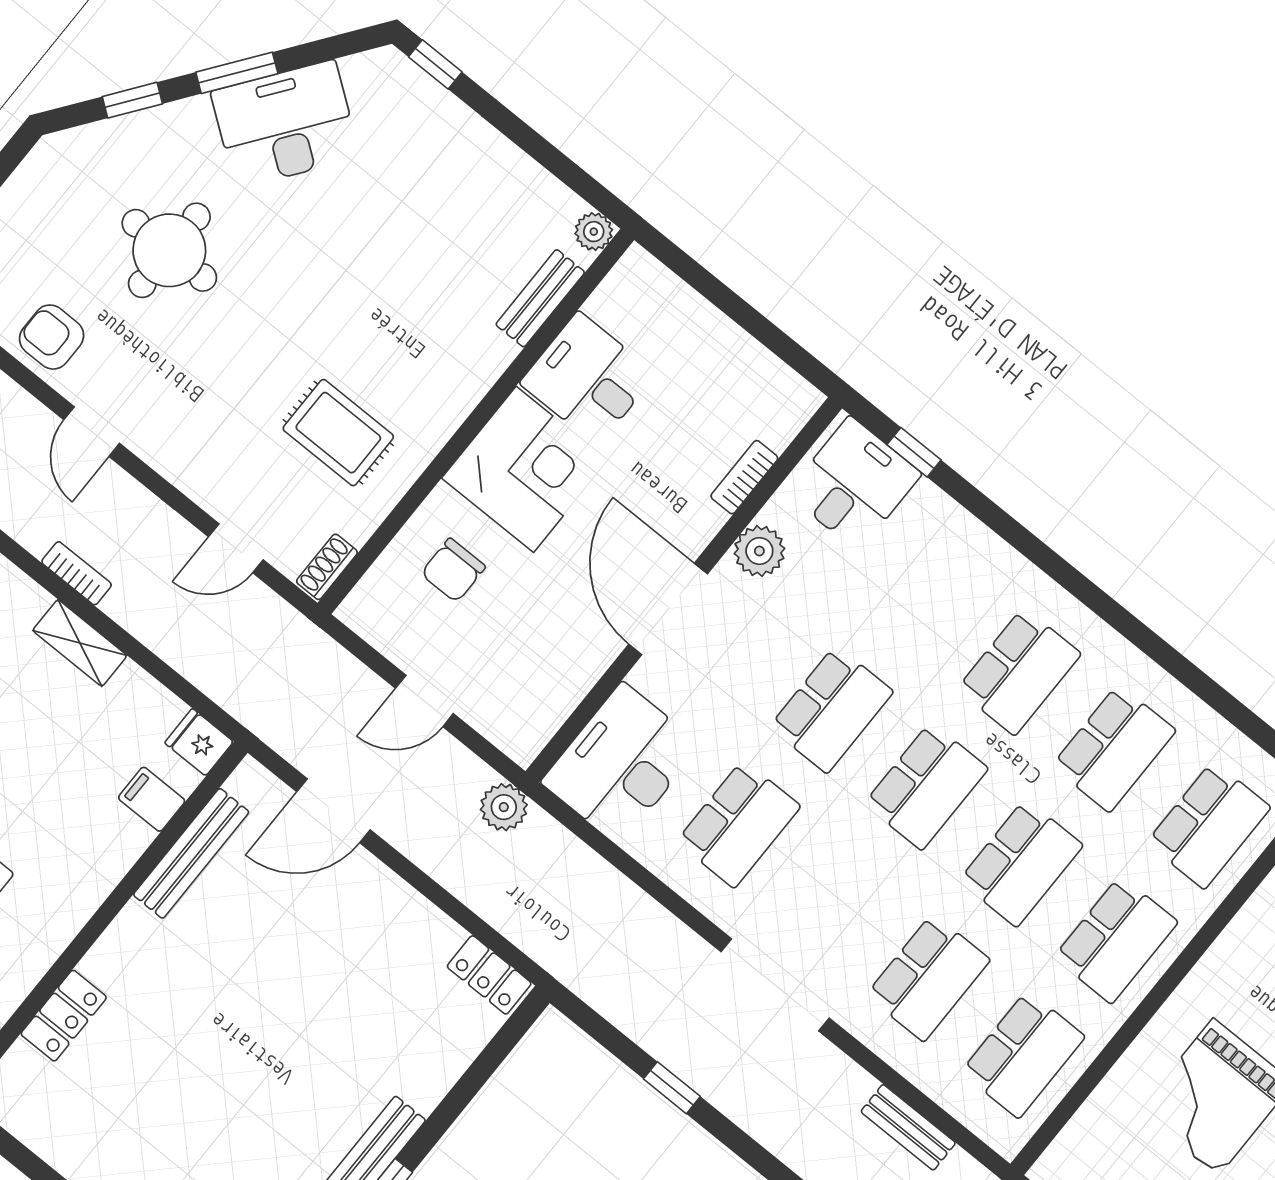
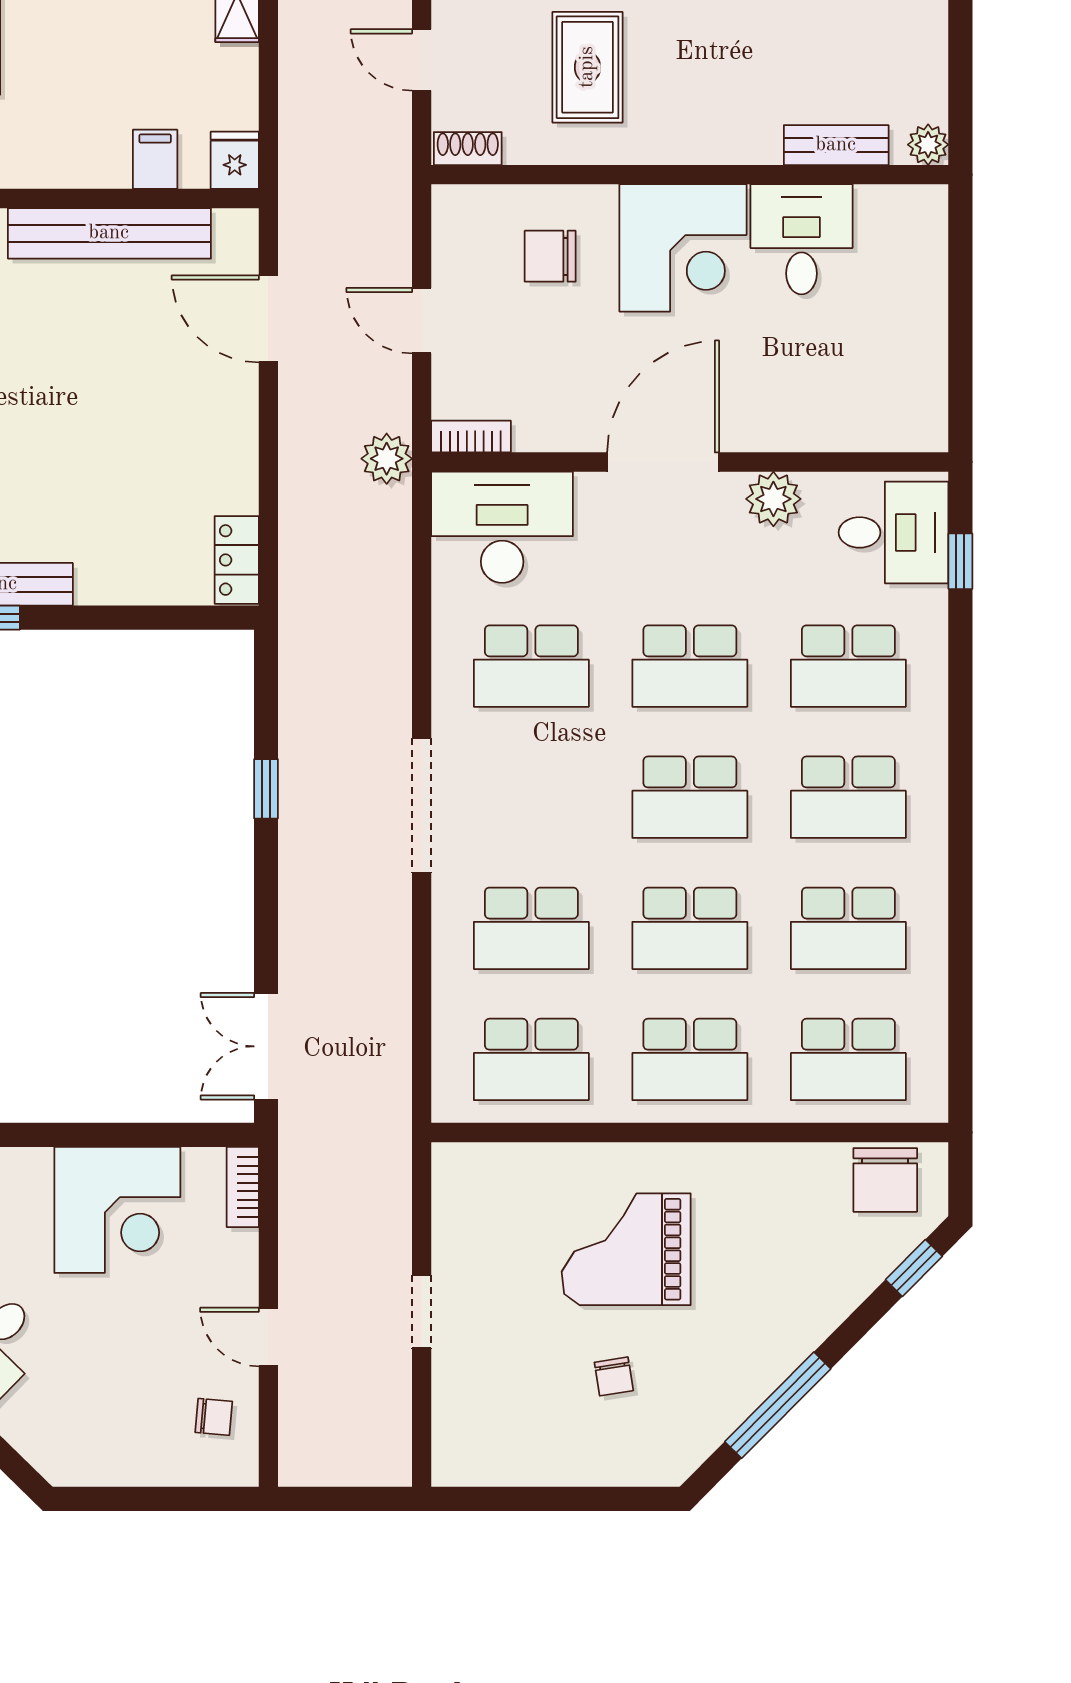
bookcase: (744, 477) -> (471, 436), moved
school desk: (924, 595) -> (848, 666), added
bench: (191, 853) -> (109, 233), width x1.37, depth x1.21
bench: (908, 1127) -> (393, 1013), removed

